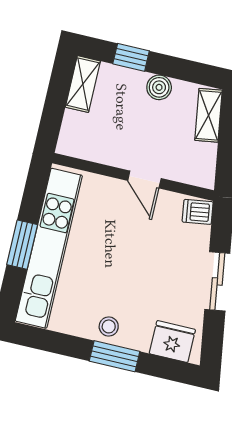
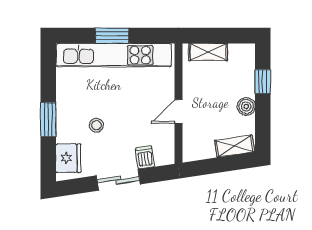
shelving: (83, 84) -> (208, 52), moved
dishwasher: (198, 212) -> (145, 157), moved
stool: (109, 326) -> (96, 125), moved

